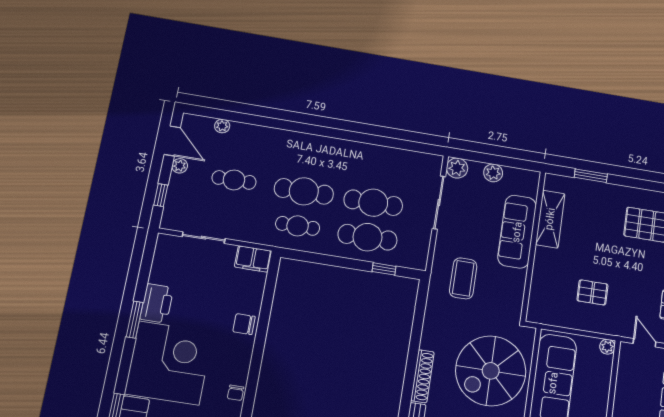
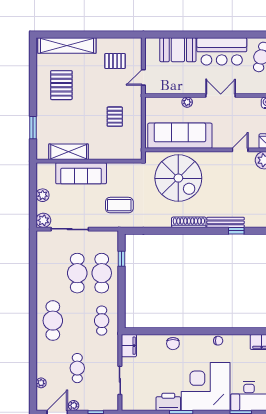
cafe table: (304, 191) -> (53, 321), moved
plant: (607, 347) -> (187, 102), moved

